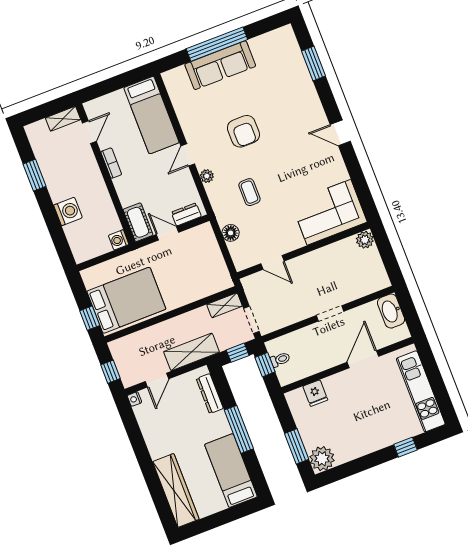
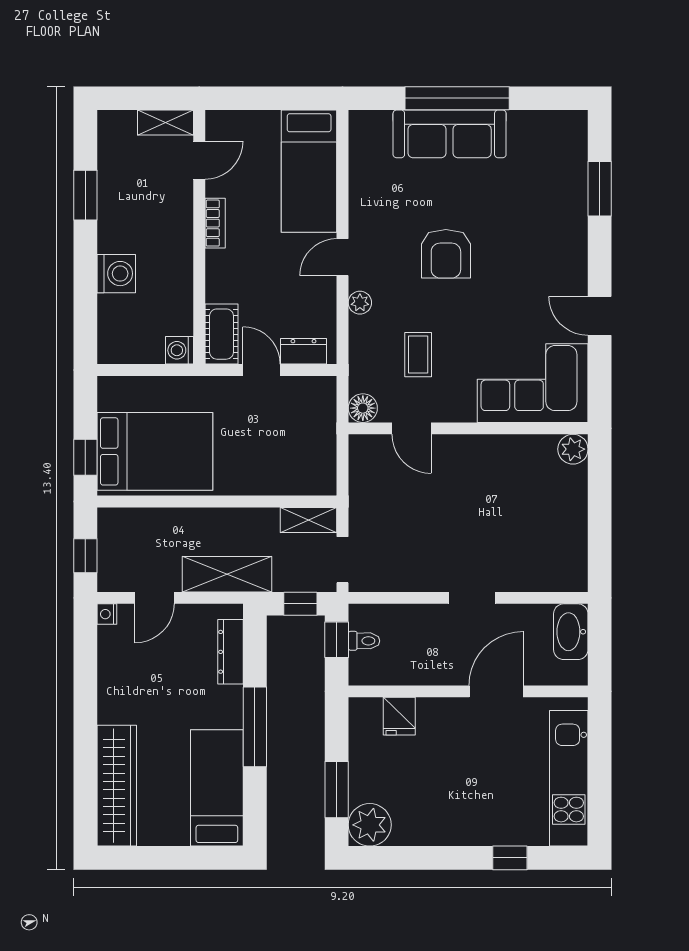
corner sofa: (329, 212) -> (533, 383), moved
plant: (365, 240) -> (573, 449), moved
wall: (303, 250) -> (468, 428), moved
door: (272, 262) -> (412, 428), moved

